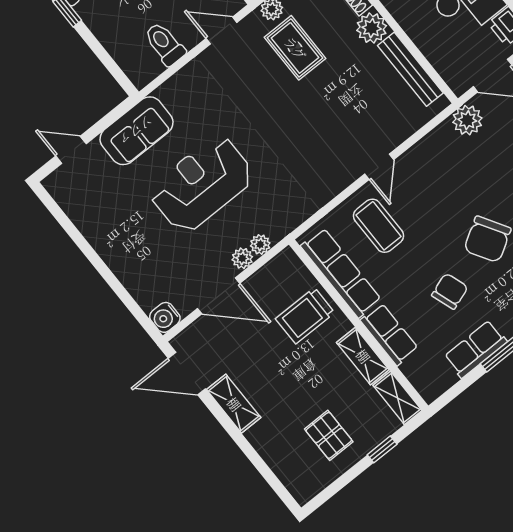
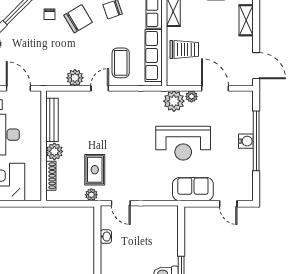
toilet: (165, 44) -> (150, 217), removed
plant: (467, 120) -> (75, 78), moved
plant: (260, 244) -> (174, 101), width x1.88, depth x1.88
window: (102, 269) -> (256, 141), added
water cooler: (165, 317) -> (246, 141), moved
shelving: (234, 404) -> (246, 20), moved

